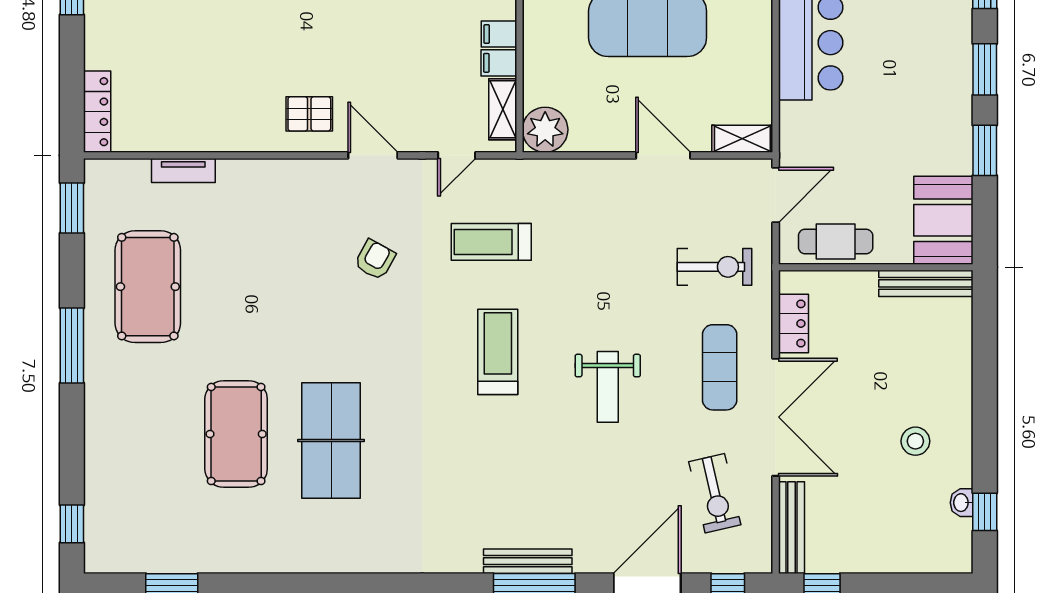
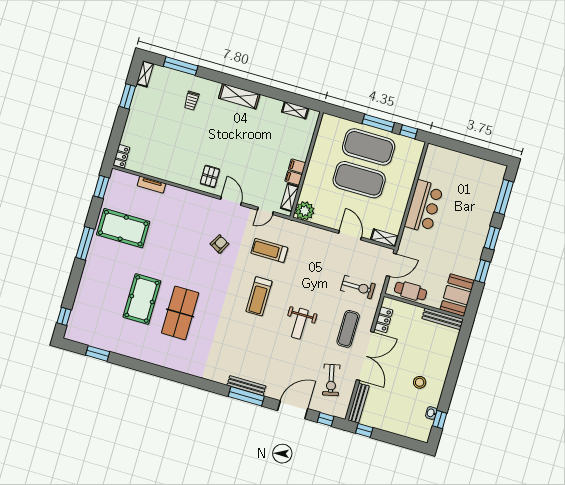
locker: (97, 112) -> (121, 156), width x0.66
pallet: (309, 114) -> (210, 176), turned 90
pool table: (148, 287) -> (123, 228), turned 90
treadmill: (498, 352) -> (259, 296), turned 180

